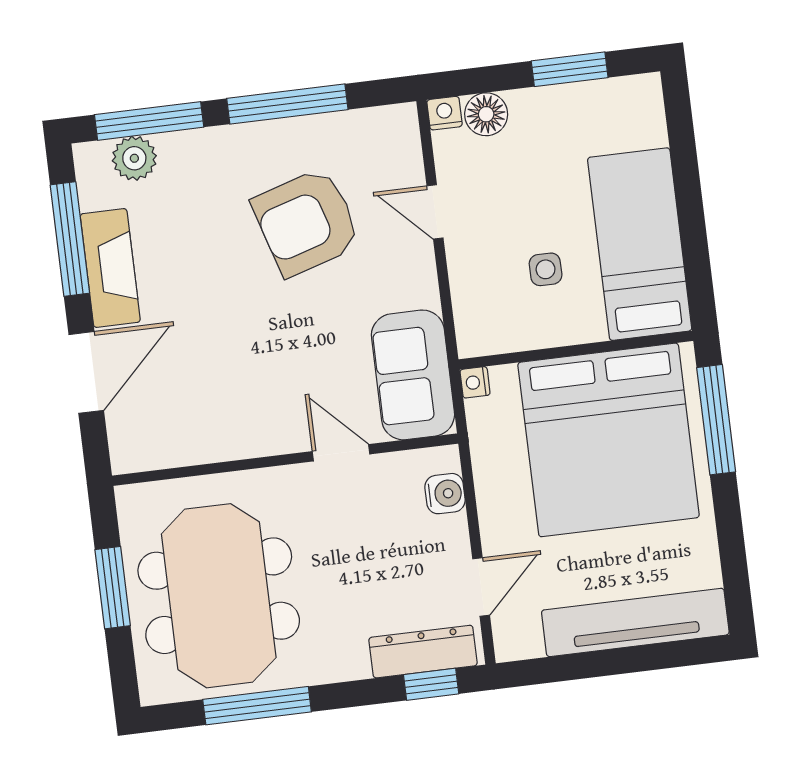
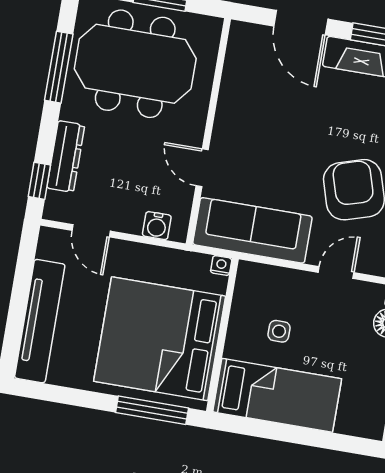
sofa: (413, 375) -> (252, 230), width x1.36
door: (341, 453) -> (202, 168), swing flipped
dresser: (423, 652) -> (66, 156), moved

